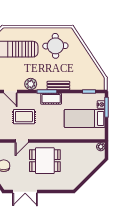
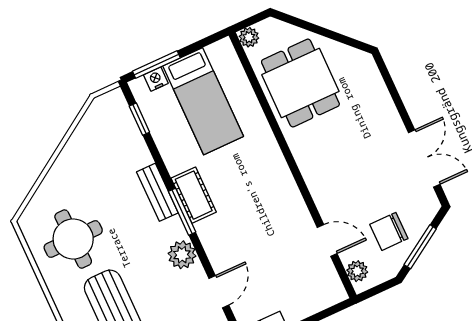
rug: (24, 117) -> (261, 237), removed
door: (22, 141) -> (327, 241), moved
dining table: (45, 161) -> (300, 83), moved

